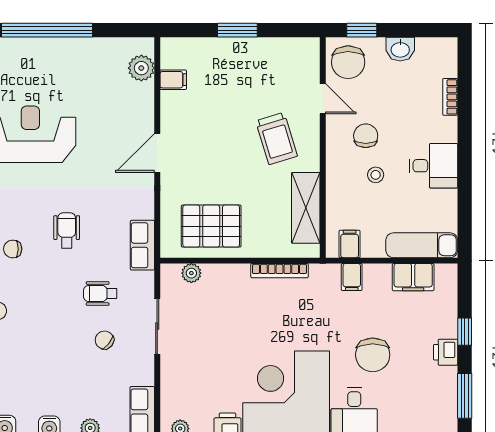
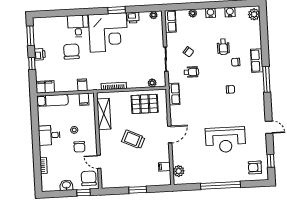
trolley: (277, 138) -> (133, 139), moved, turned -48
wheelchair: (67, 230) -> (223, 47), moved
filing cabinet: (413, 277) -> (45, 87), moved

